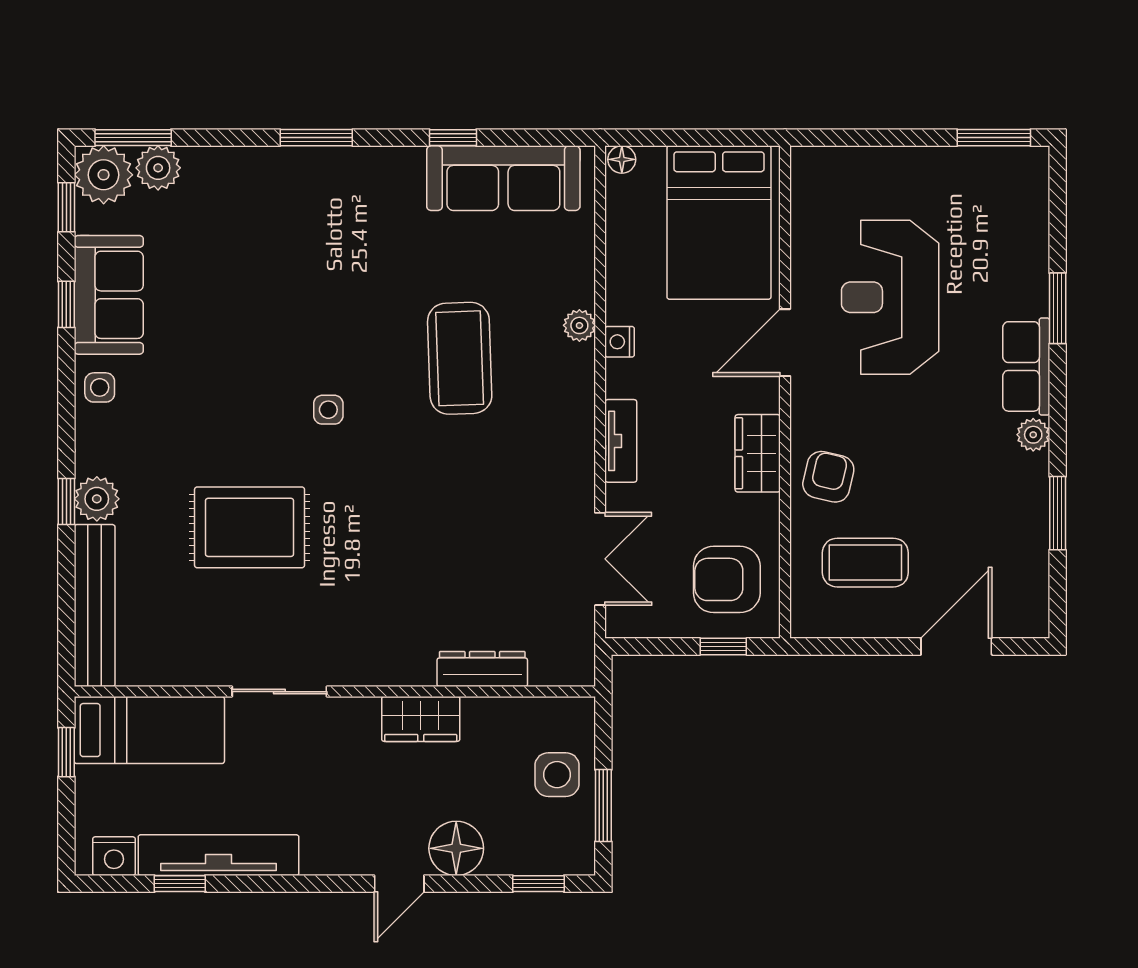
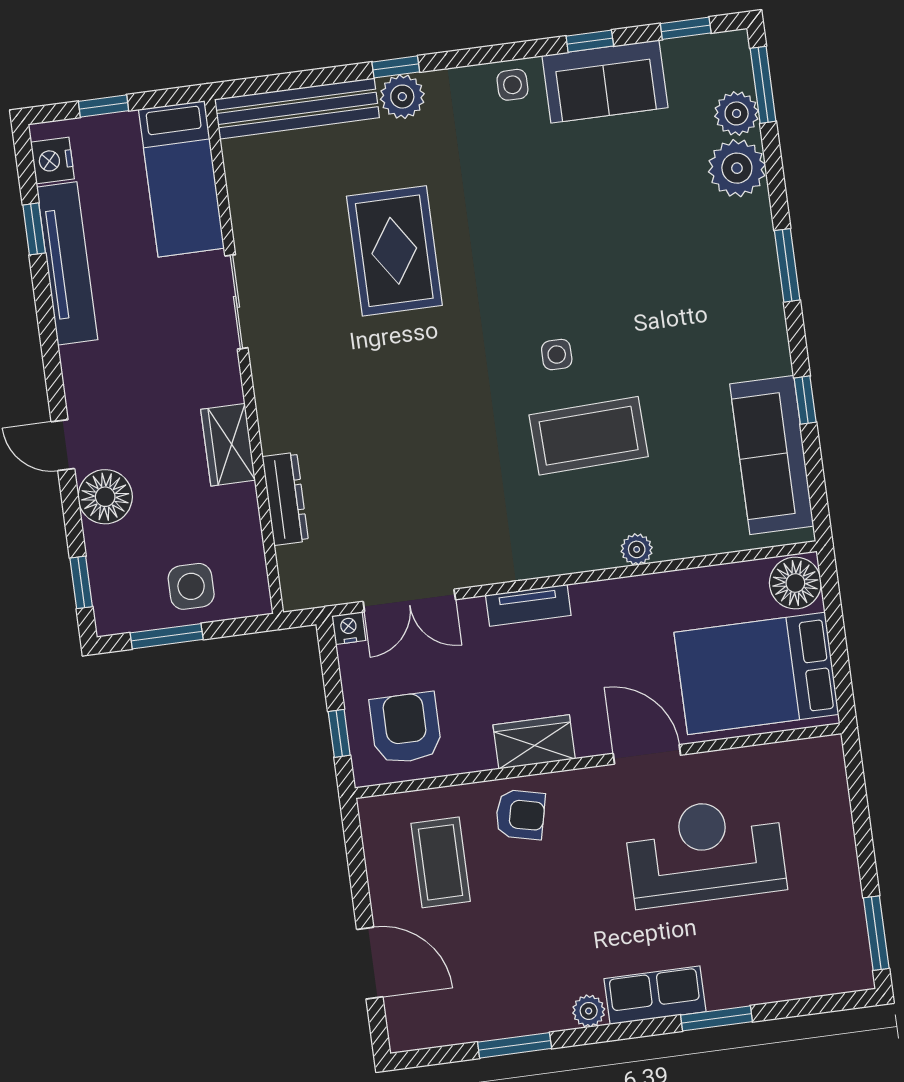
floor lamp: (622, 159) -> (795, 583), width x1.89, depth x1.89
plant: (104, 175) -> (737, 168), moved
nightstand: (620, 342) -> (349, 628), moved
side table: (328, 410) -> (557, 355), moved
window: (66, 752) -> (103, 106), moved

